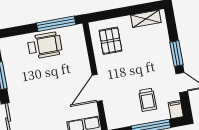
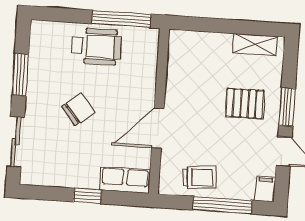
pallet: (110, 41) -> (245, 104), moved, turned 90
chair: (43, 89) -> (78, 109), added
trolley: (148, 100) -> (200, 177), moved, turned -95

